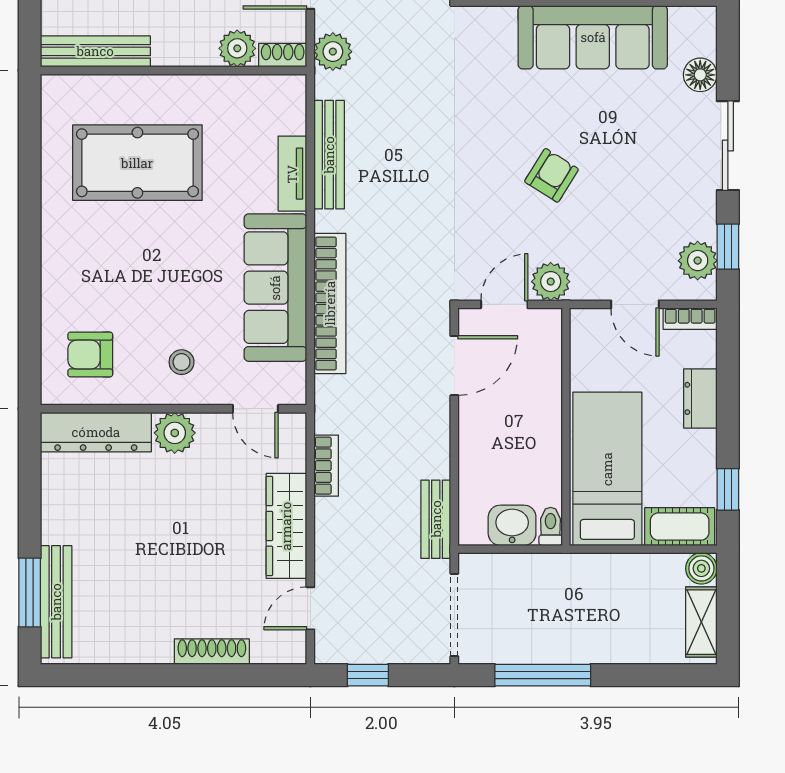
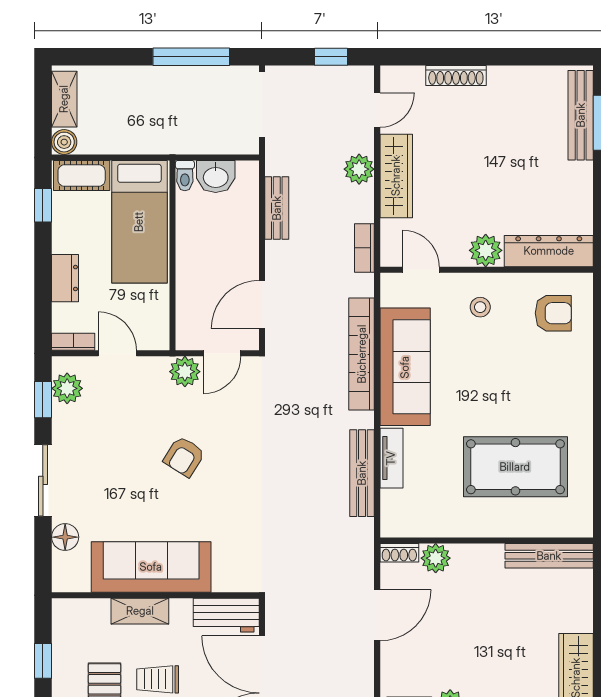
plant: (333, 52) -> (359, 169), moved
bookcase: (326, 466) -> (364, 248), moved
bench: (436, 519) -> (277, 208), moved

